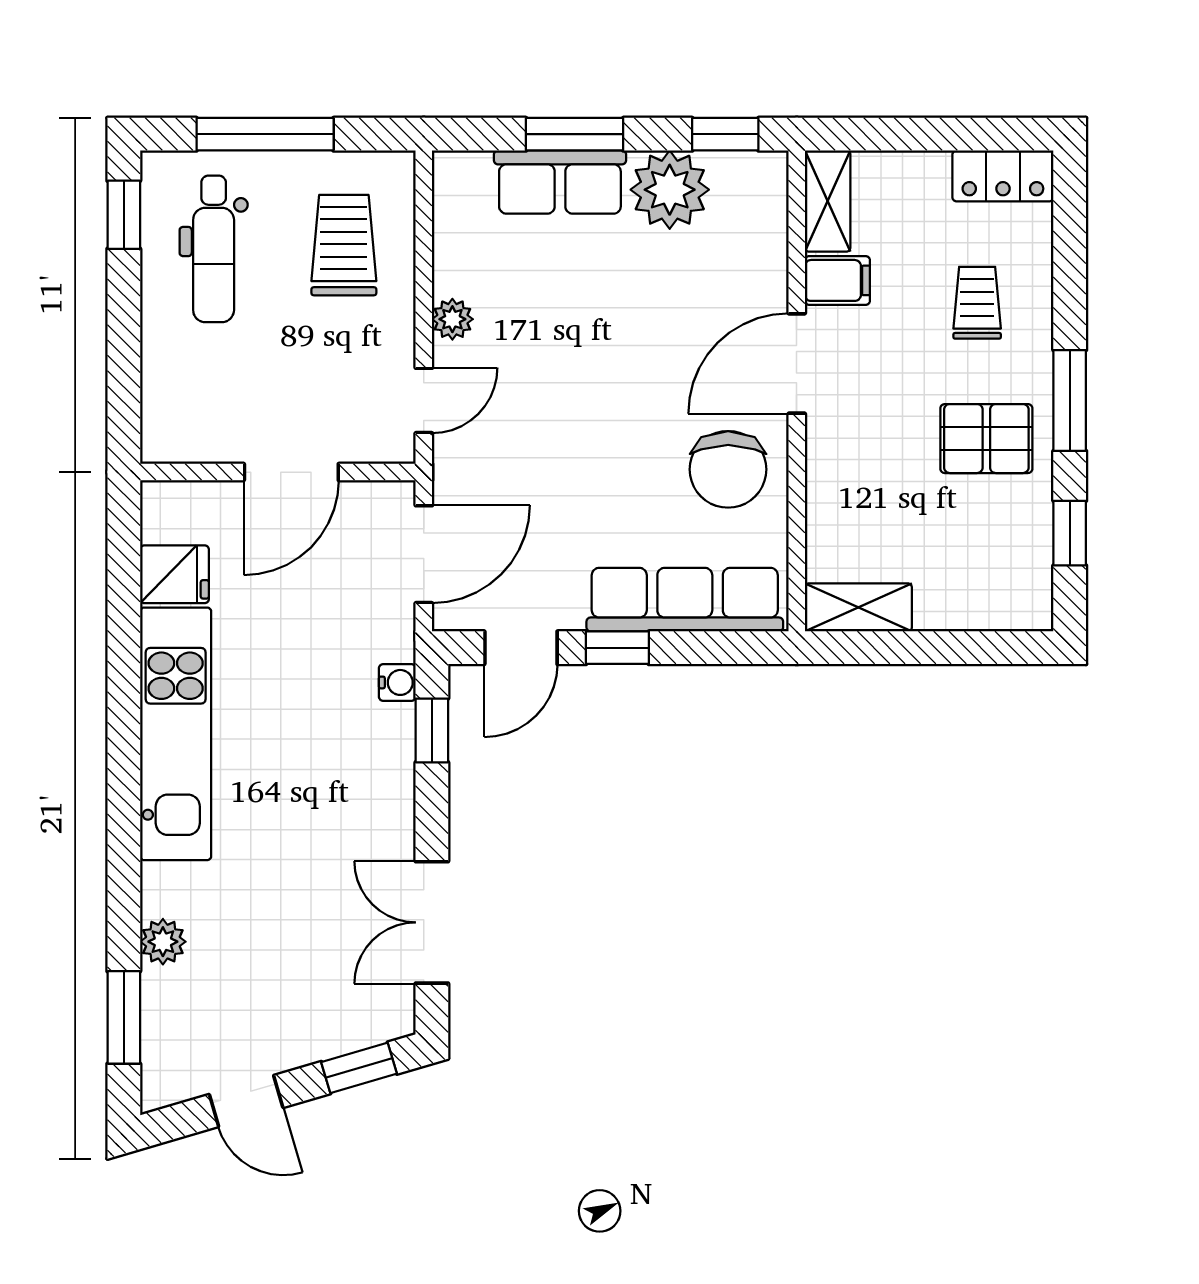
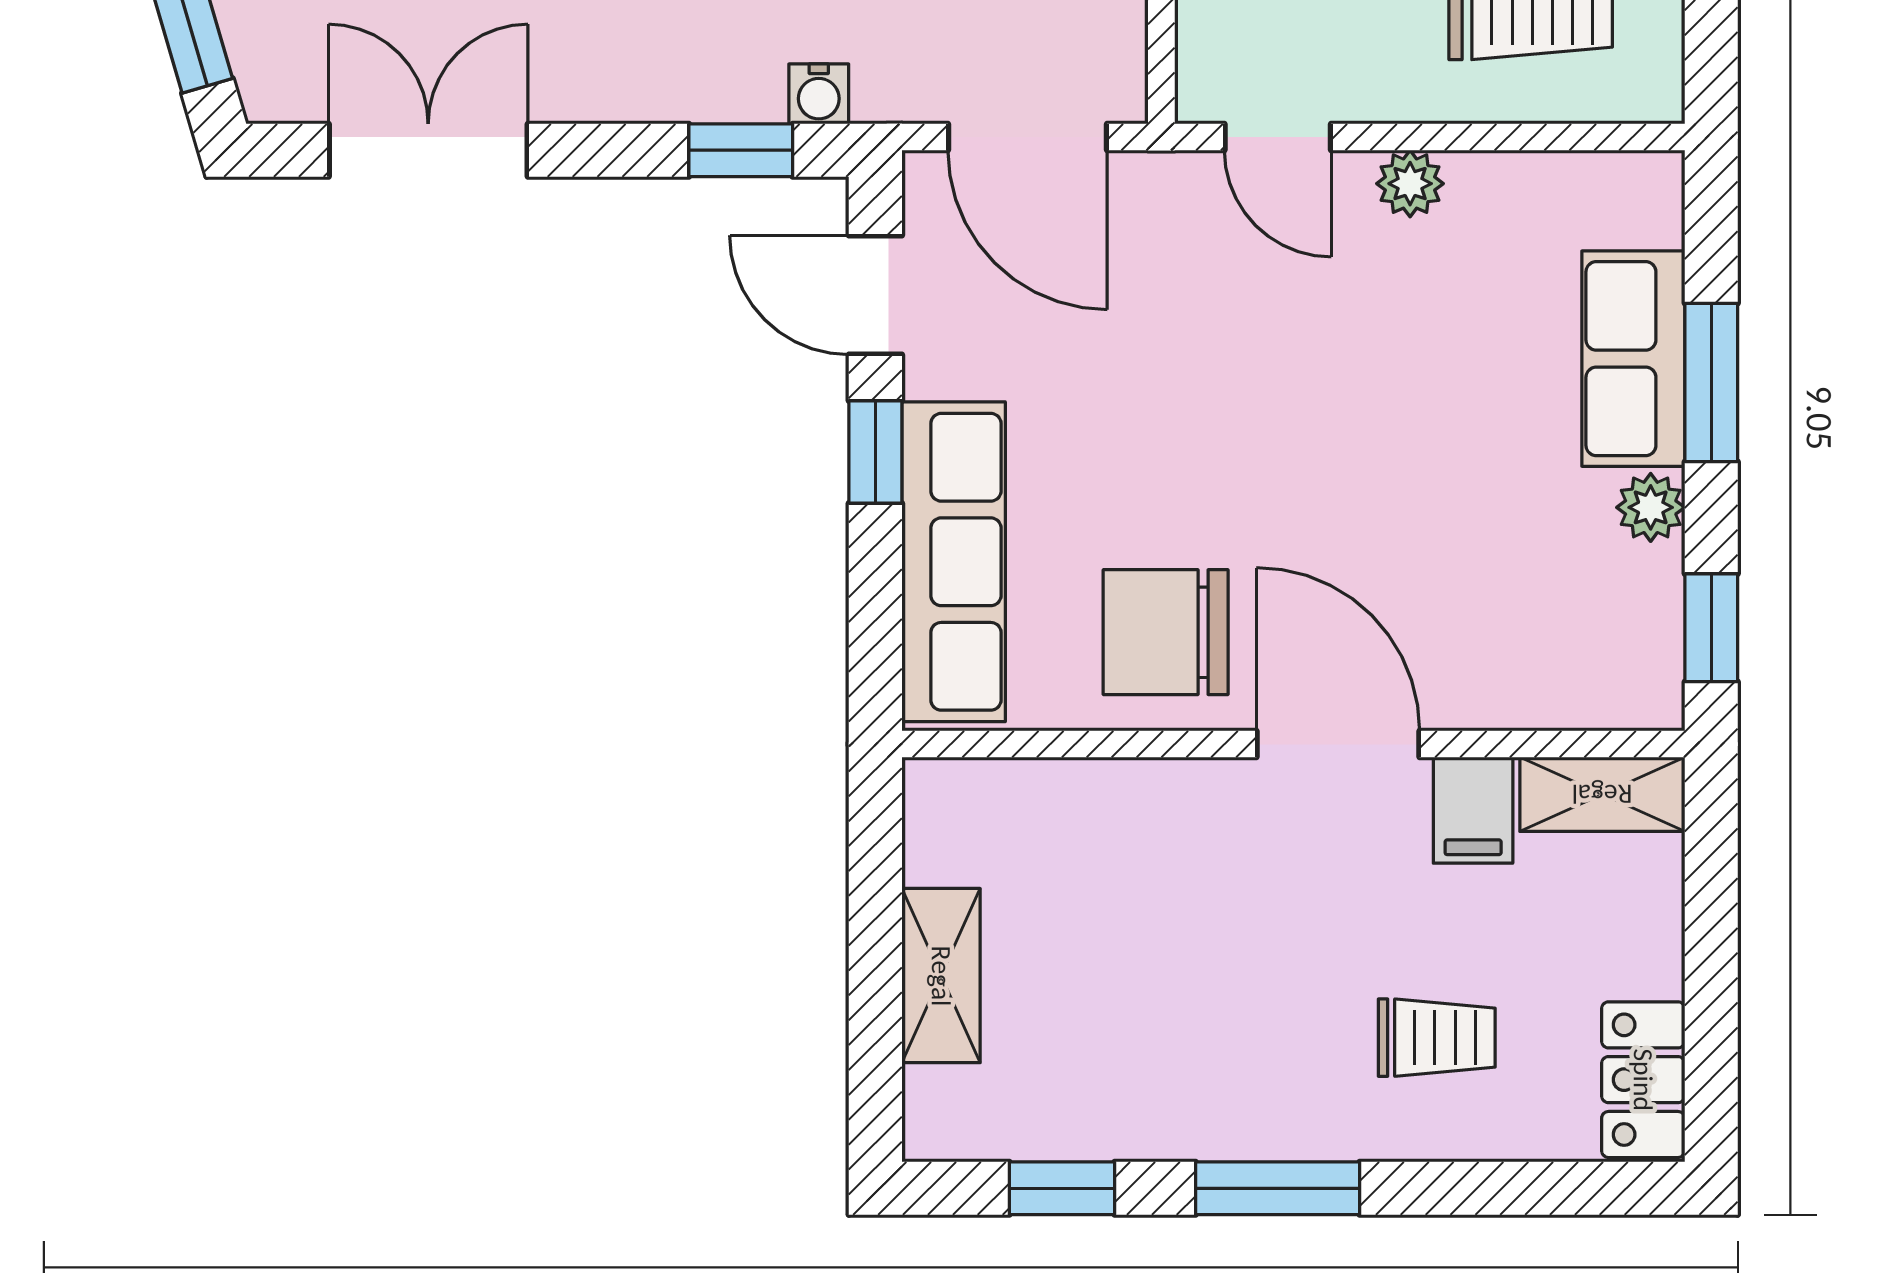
plant: (670, 190) -> (1651, 507), width x0.53, depth x0.53
pallet: (986, 439) -> (1216, 1053), removed
shelving: (858, 607) -> (941, 976), moved

